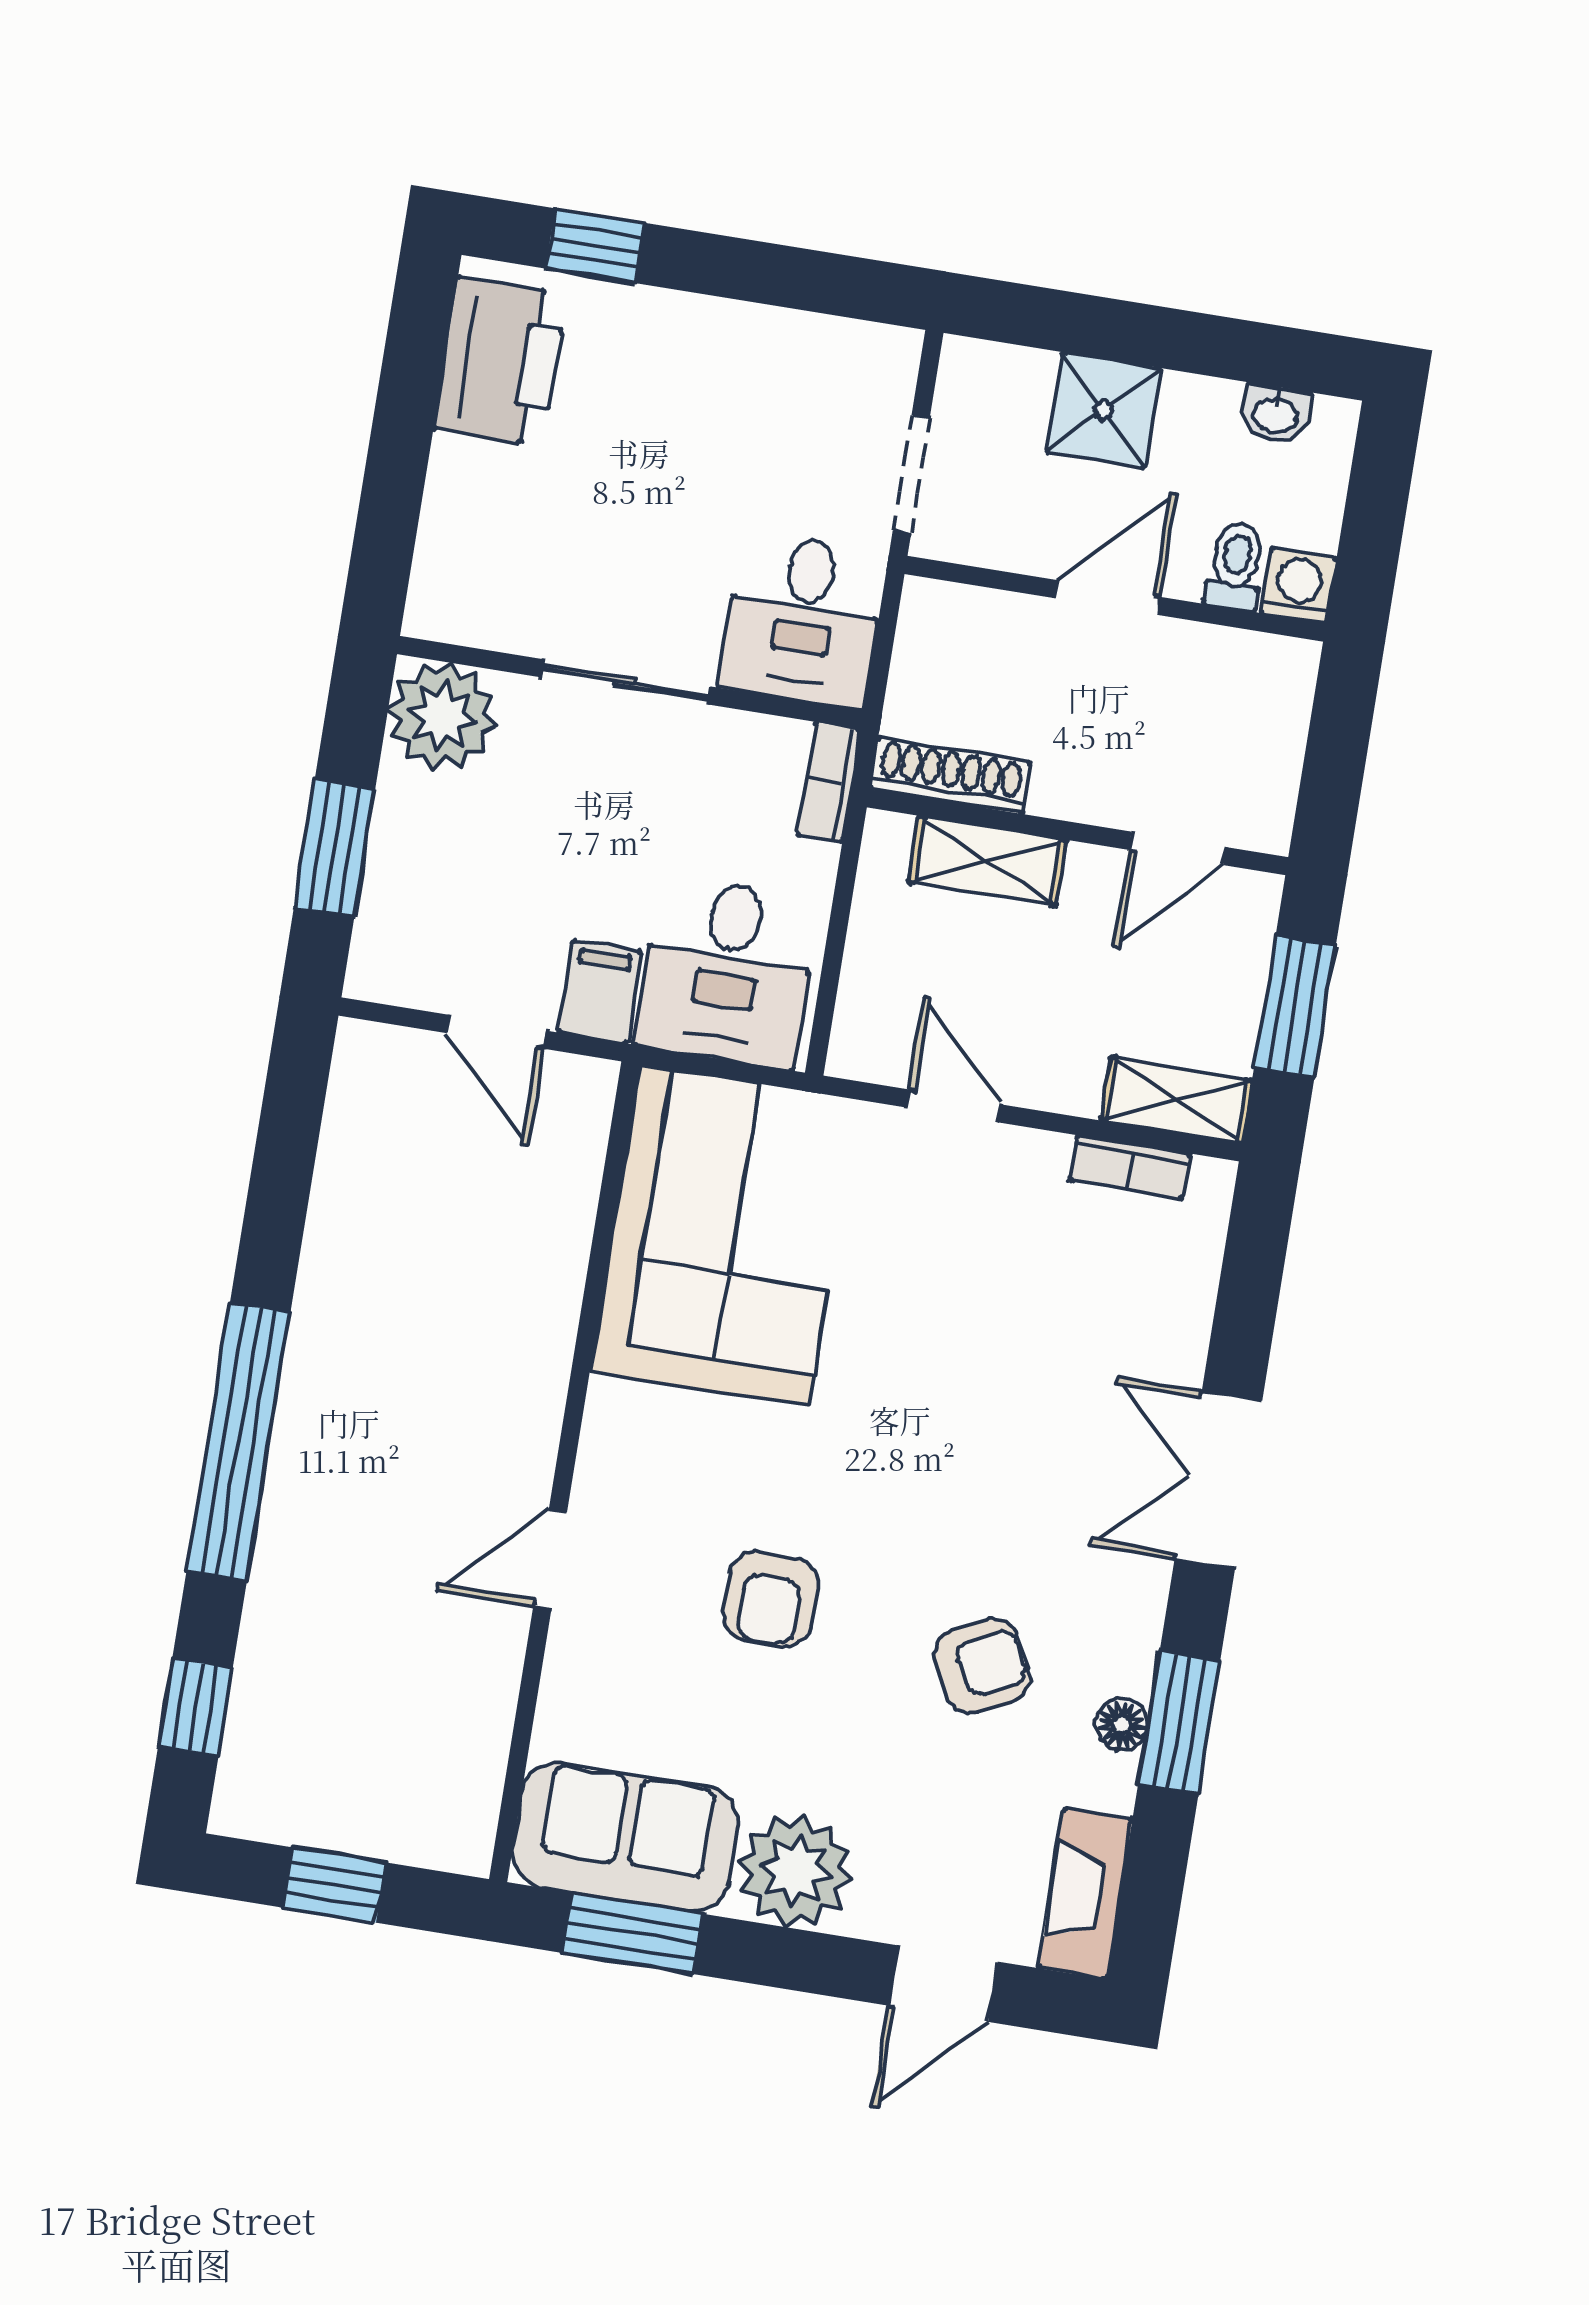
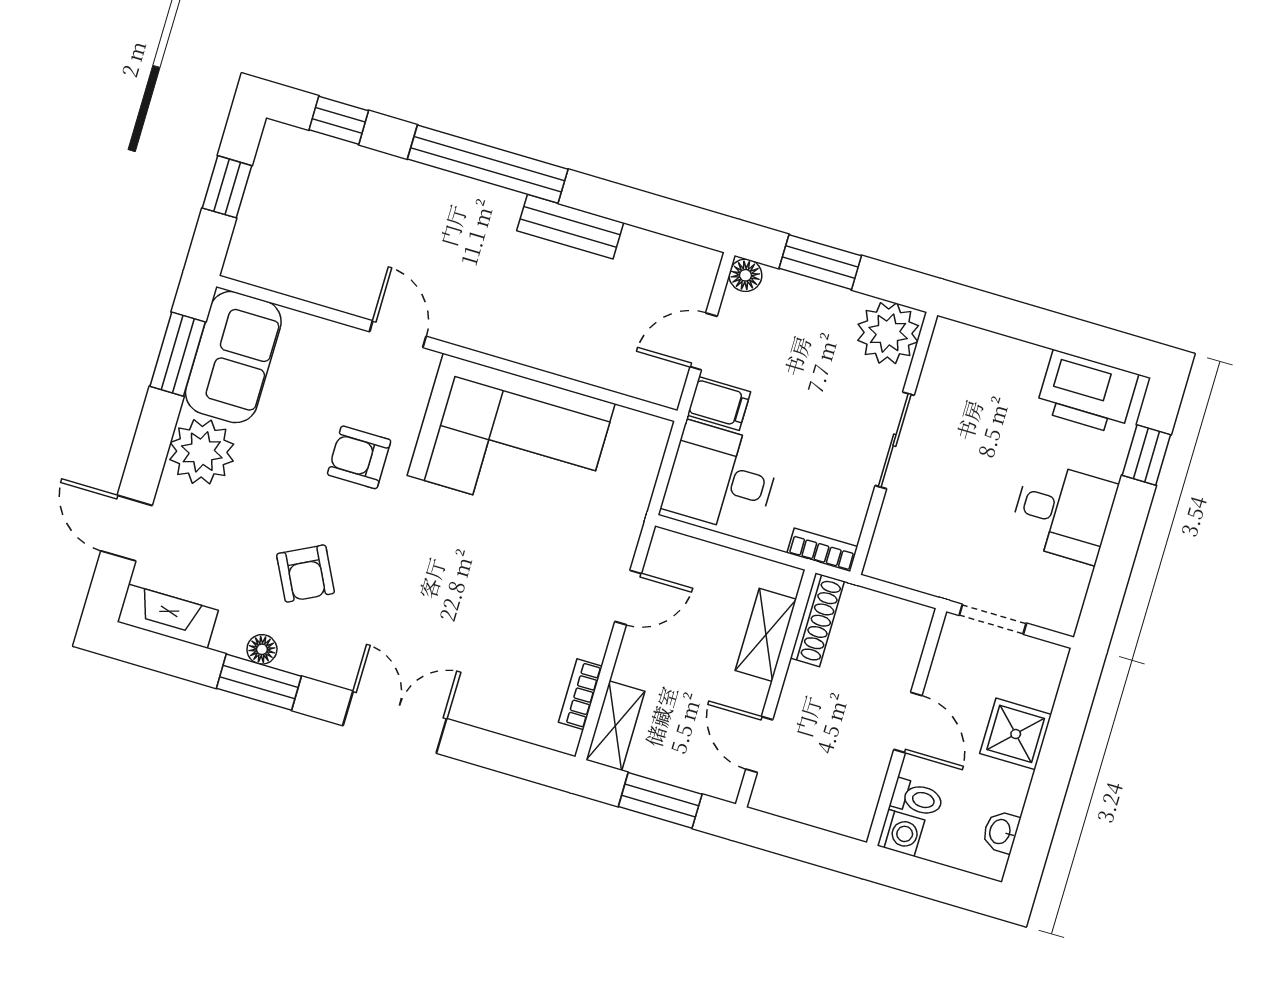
desk: (803, 620) -> (1063, 512), moved, turned 180
floor lamp: (374, 974) -> (745, 275), added
corner sofa: (724, 1235) -> (511, 440), moved
bench: (328, 1286) -> (570, 227), added

